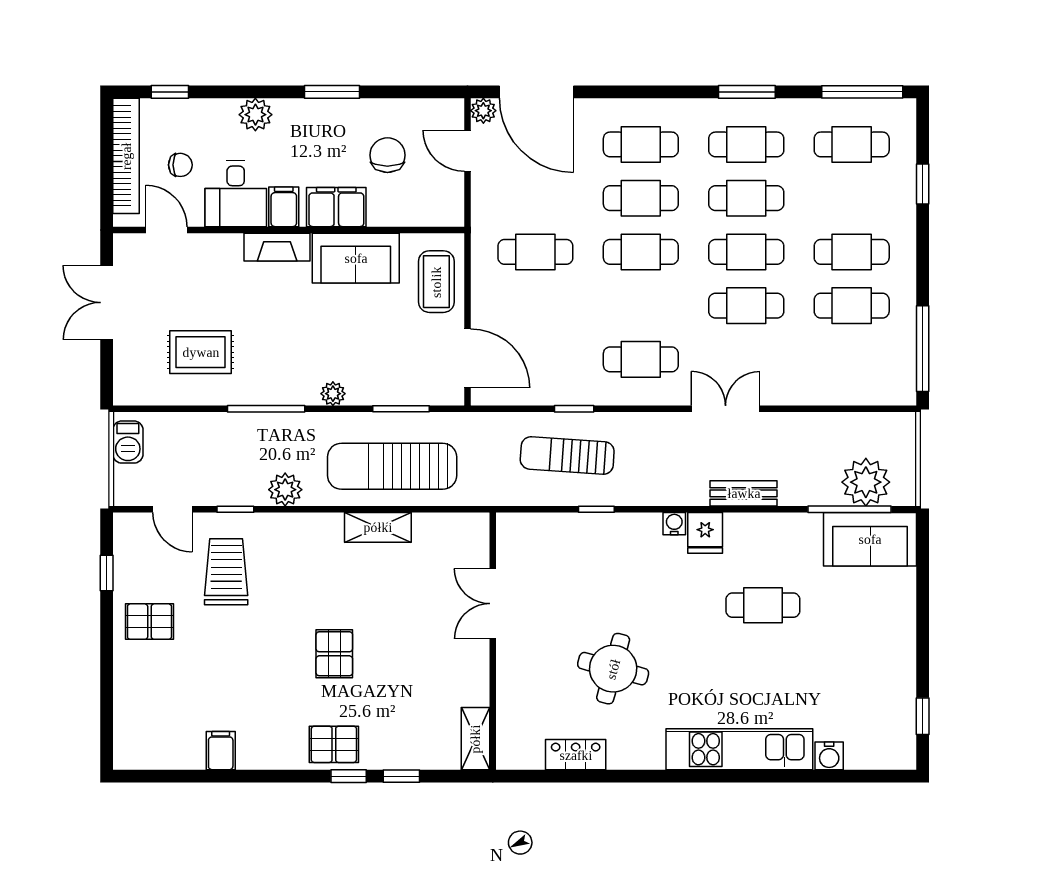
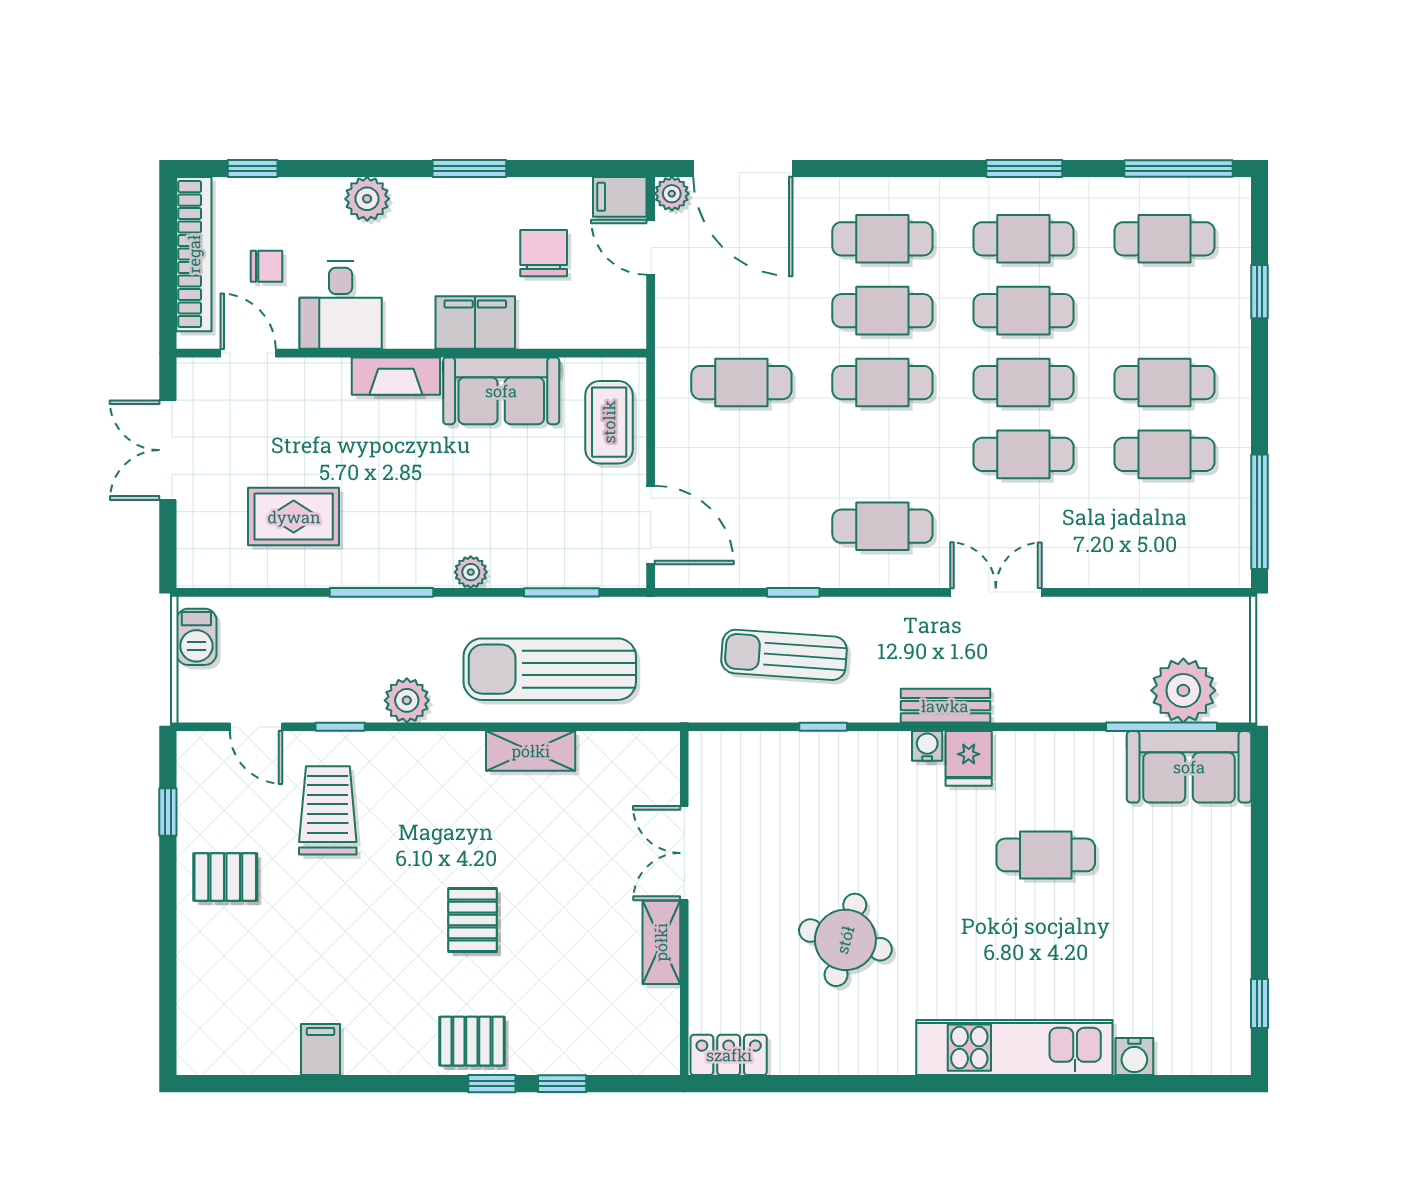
filing cabinet: (284, 207) -> (620, 197), moved, turned -90
bench: (744, 493) -> (945, 706), moved
shelving: (475, 739) -> (661, 942), moved
locker: (576, 755) -> (729, 1055), moved

